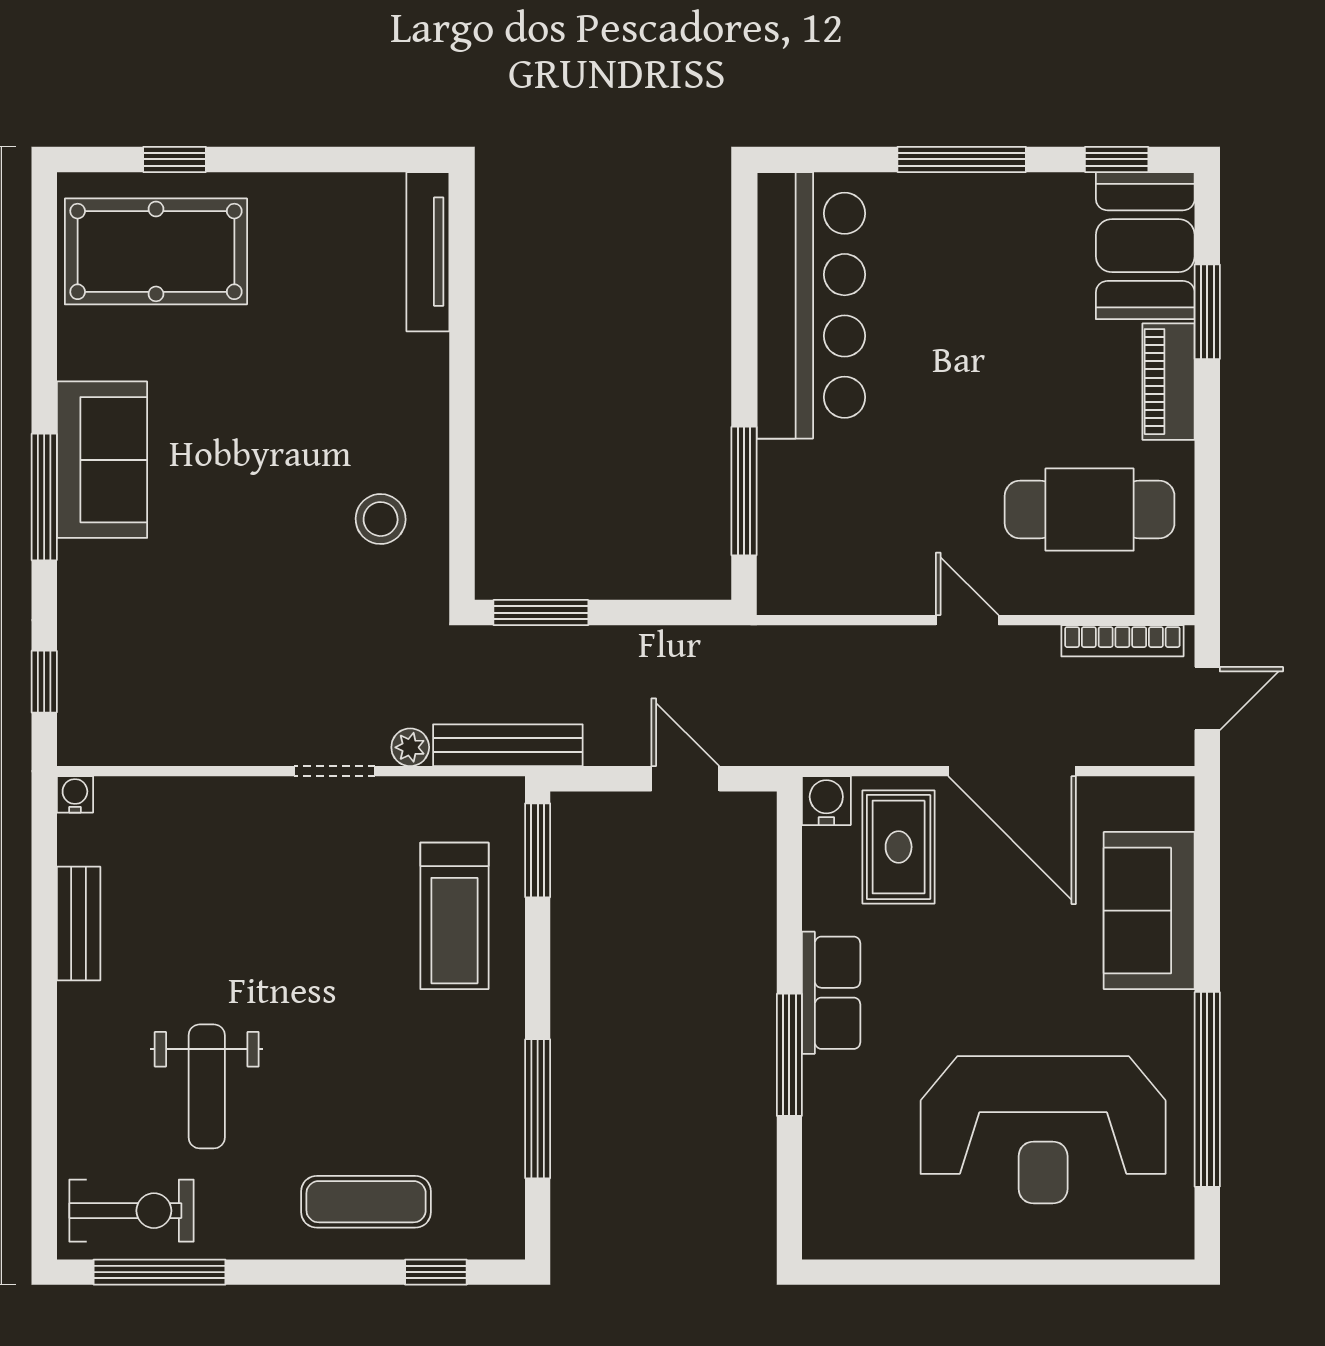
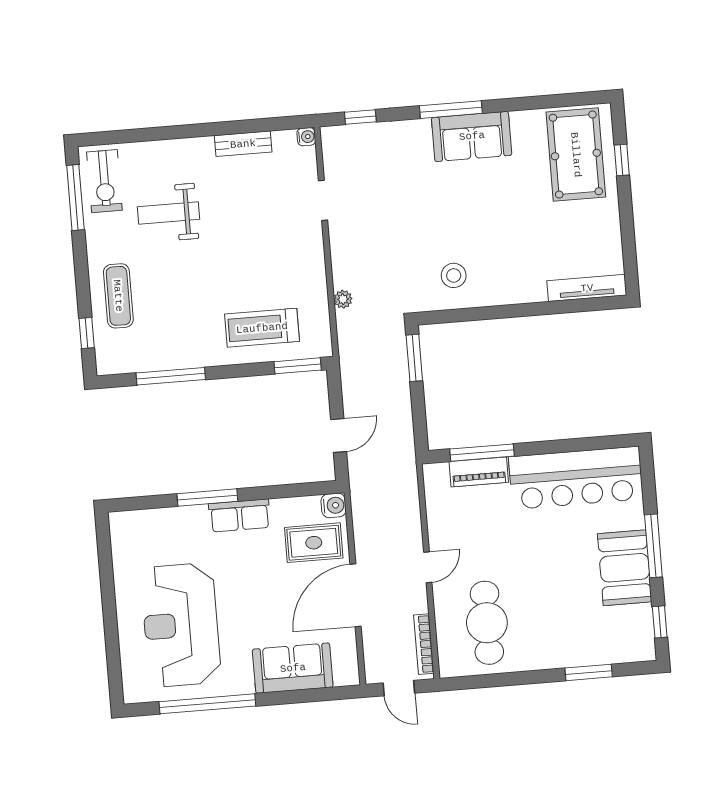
booth: (1145, 246) -> (625, 568), moved, turned 90
piano: (1169, 382) -> (479, 472), moved, turned 180
bench: (508, 745) -> (348, 347), removed
doorway: (335, 771) -> (323, 200), moved

